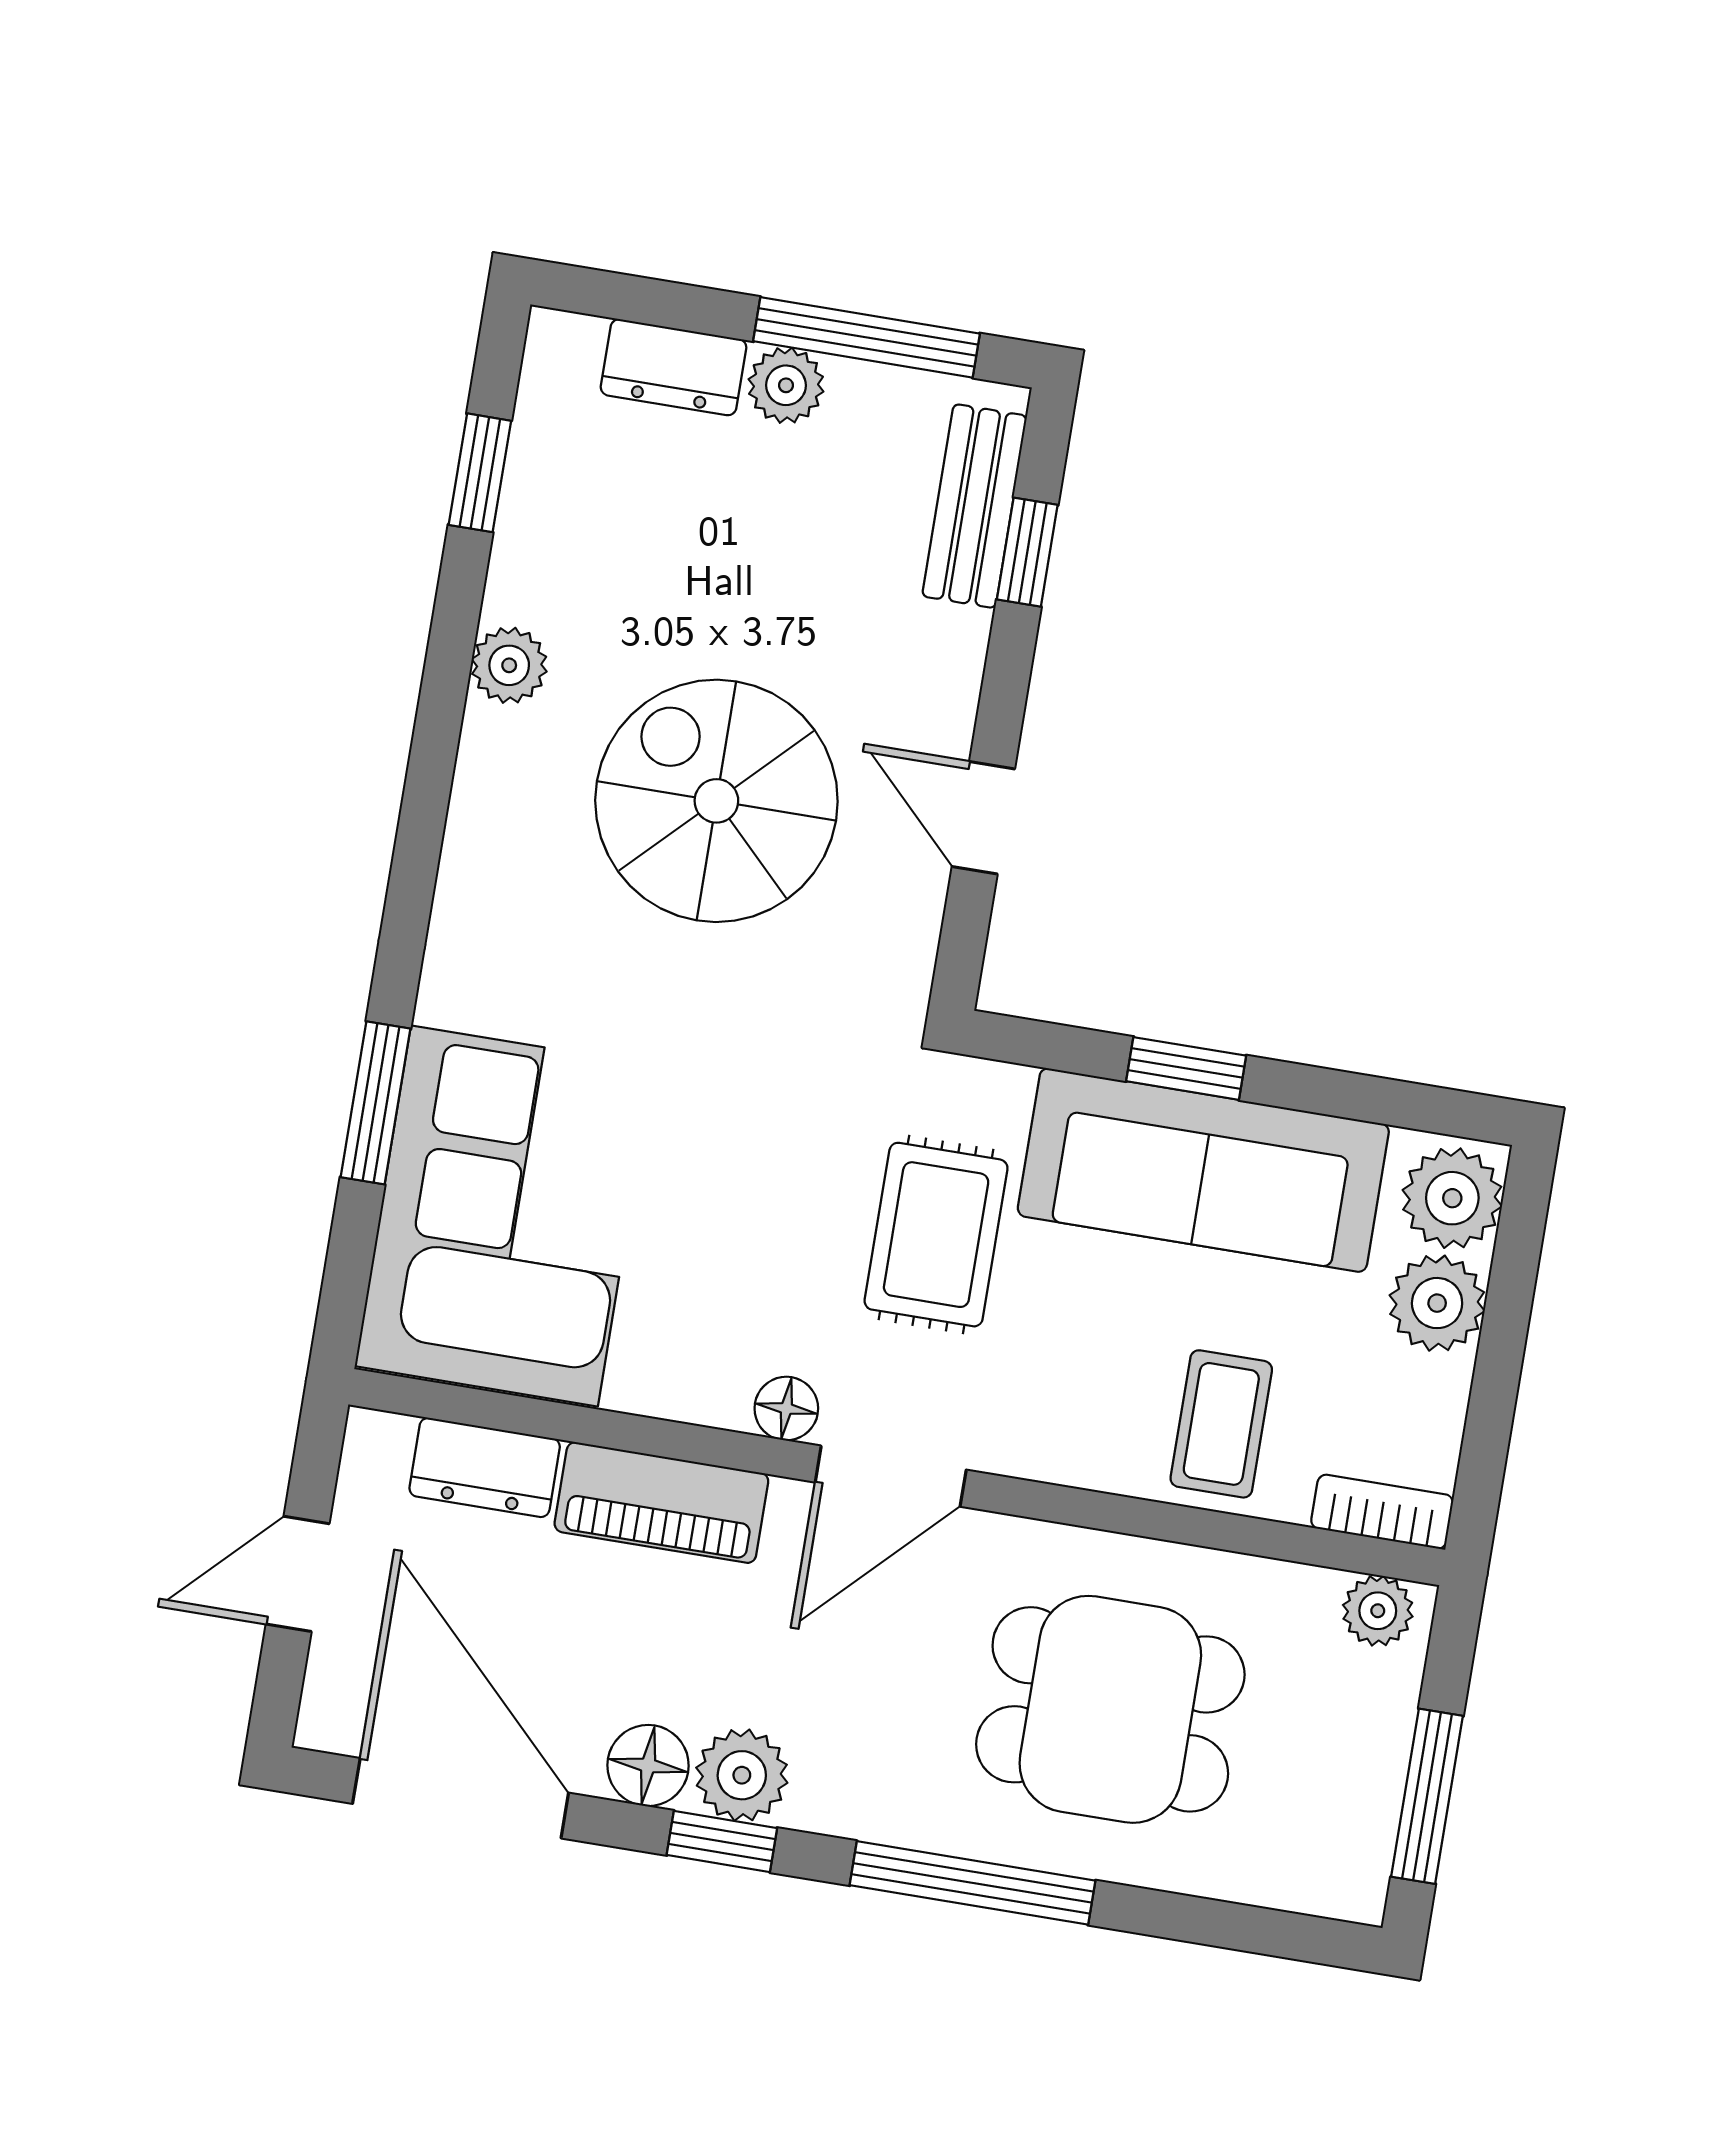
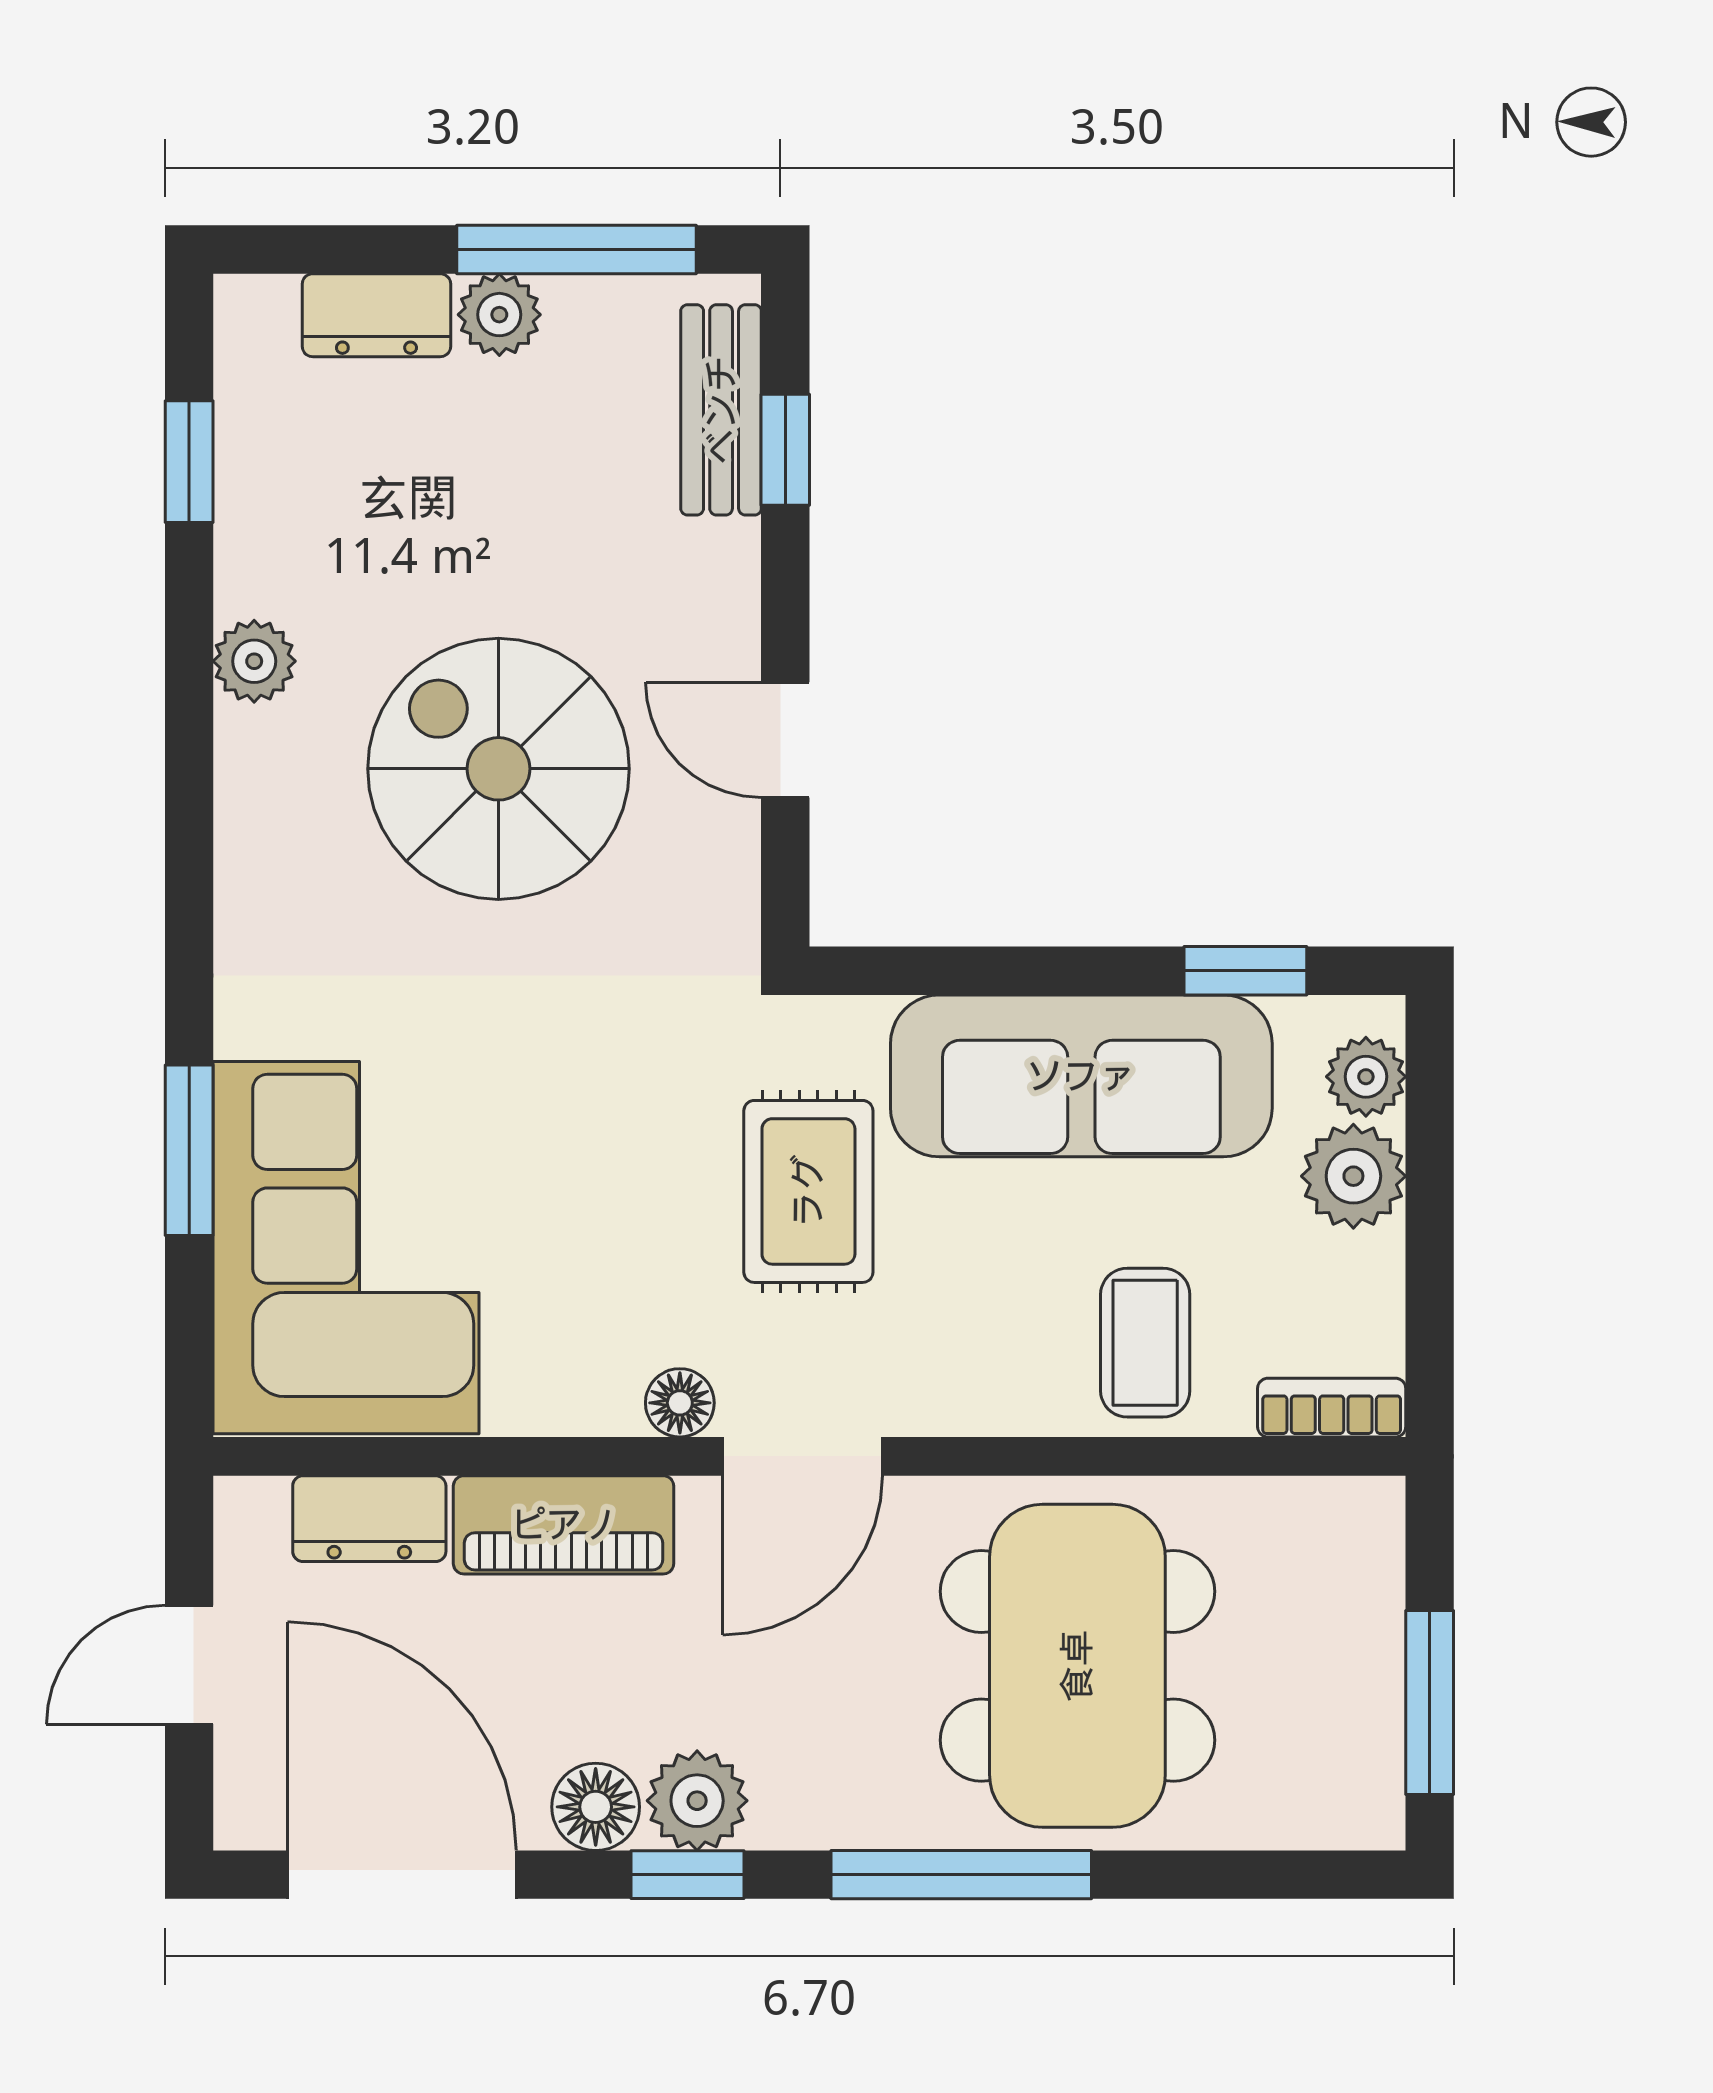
window: (1186, 1068) -> (1245, 971), moved
plant: (1452, 1198) -> (1366, 1077), width x0.73, depth x0.73
plant: (1378, 1611) -> (1345, 1514), removed
dining table: (1110, 1709) -> (1077, 1666), width x1.38

